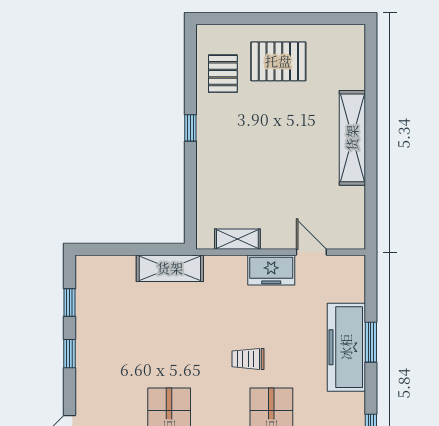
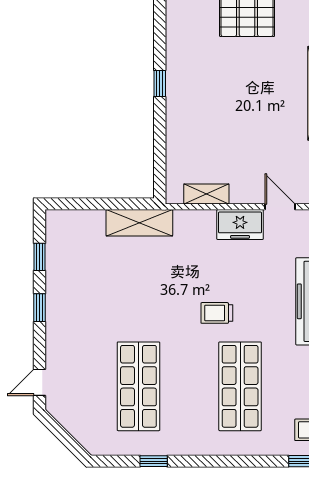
pallet: (223, 74) -> (192, 29), removed

